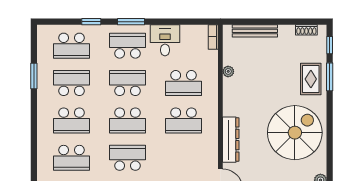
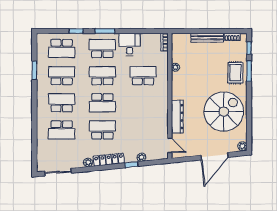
bench: (255, 31) -> (207, 38), moved
school desk: (184, 83) -> (143, 76), turned 180
school desk: (71, 120) -> (62, 103), turned 180
school desk: (184, 120) -> (143, 103), removed

